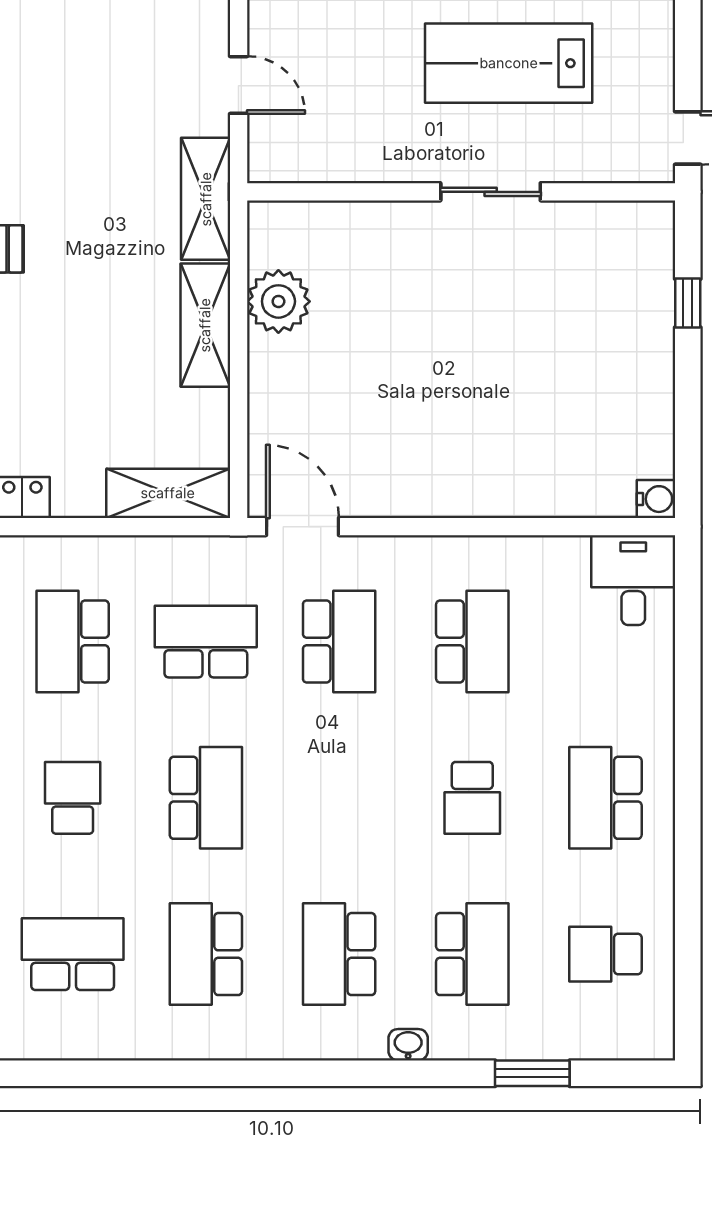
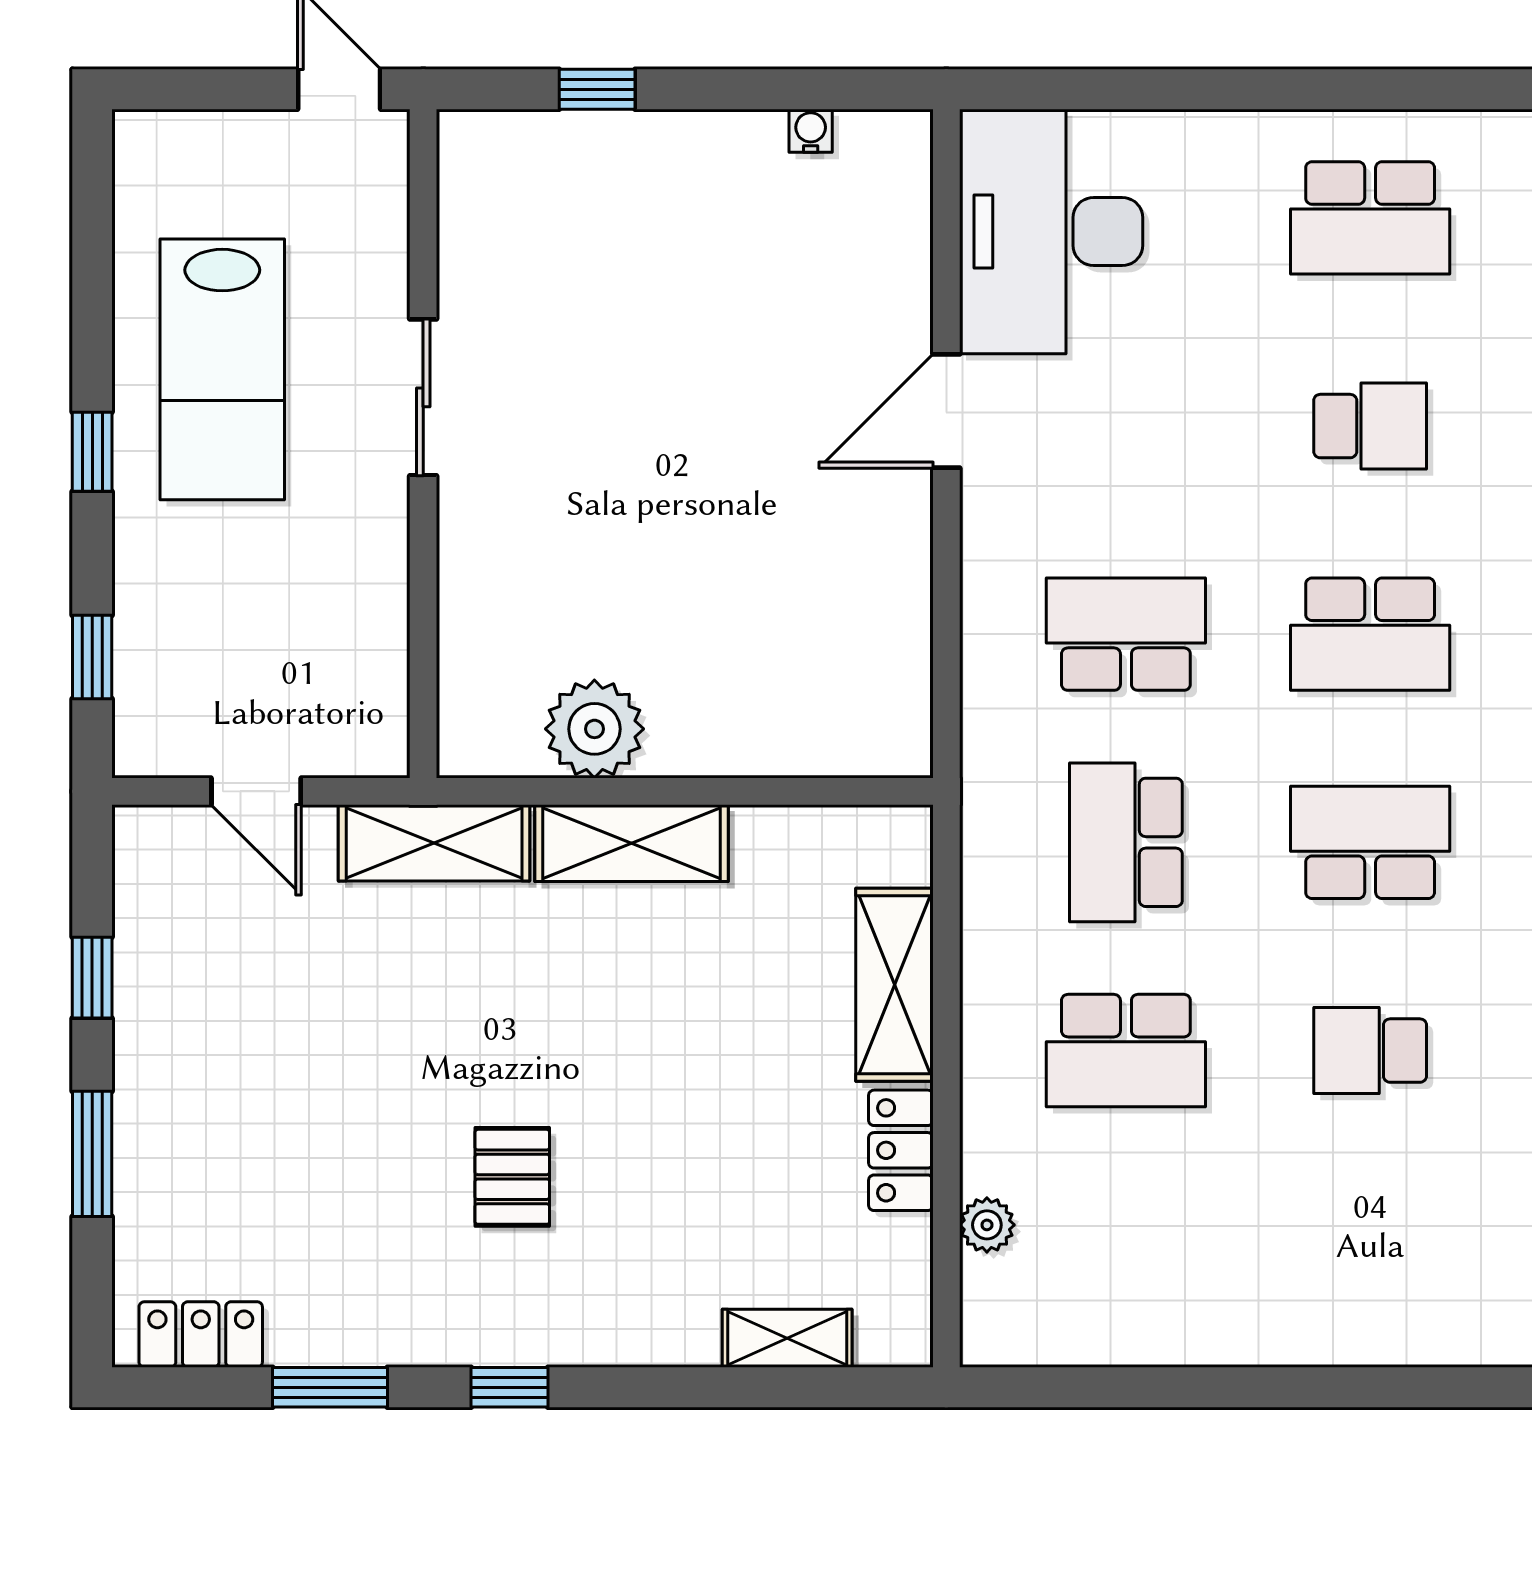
door: (239, 85) -> (256, 791), swing flipped
shelving: (168, 493) -> (894, 985), moved
water cooler: (656, 499) -> (811, 131), moved, width x0.72, depth x0.72
door: (303, 527) -> (946, 411), moved
desk: (633, 580) -> (1051, 232), width x1.87, depth x1.30
school desk: (472, 642) -> (1370, 634), moved, turned 180

